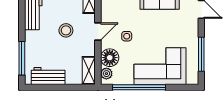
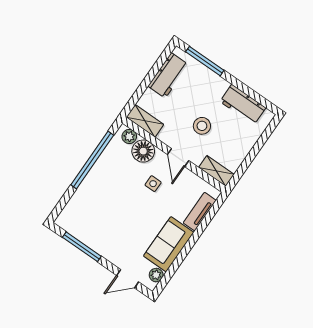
corner sofa: (160, 66) -> (99, 196), removed

